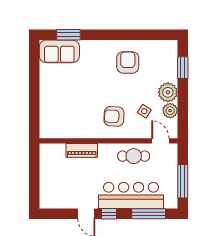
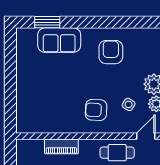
sofa: (59, 51) -> (59, 40), moved
door: (160, 141) -> (146, 136), hinge flipped

